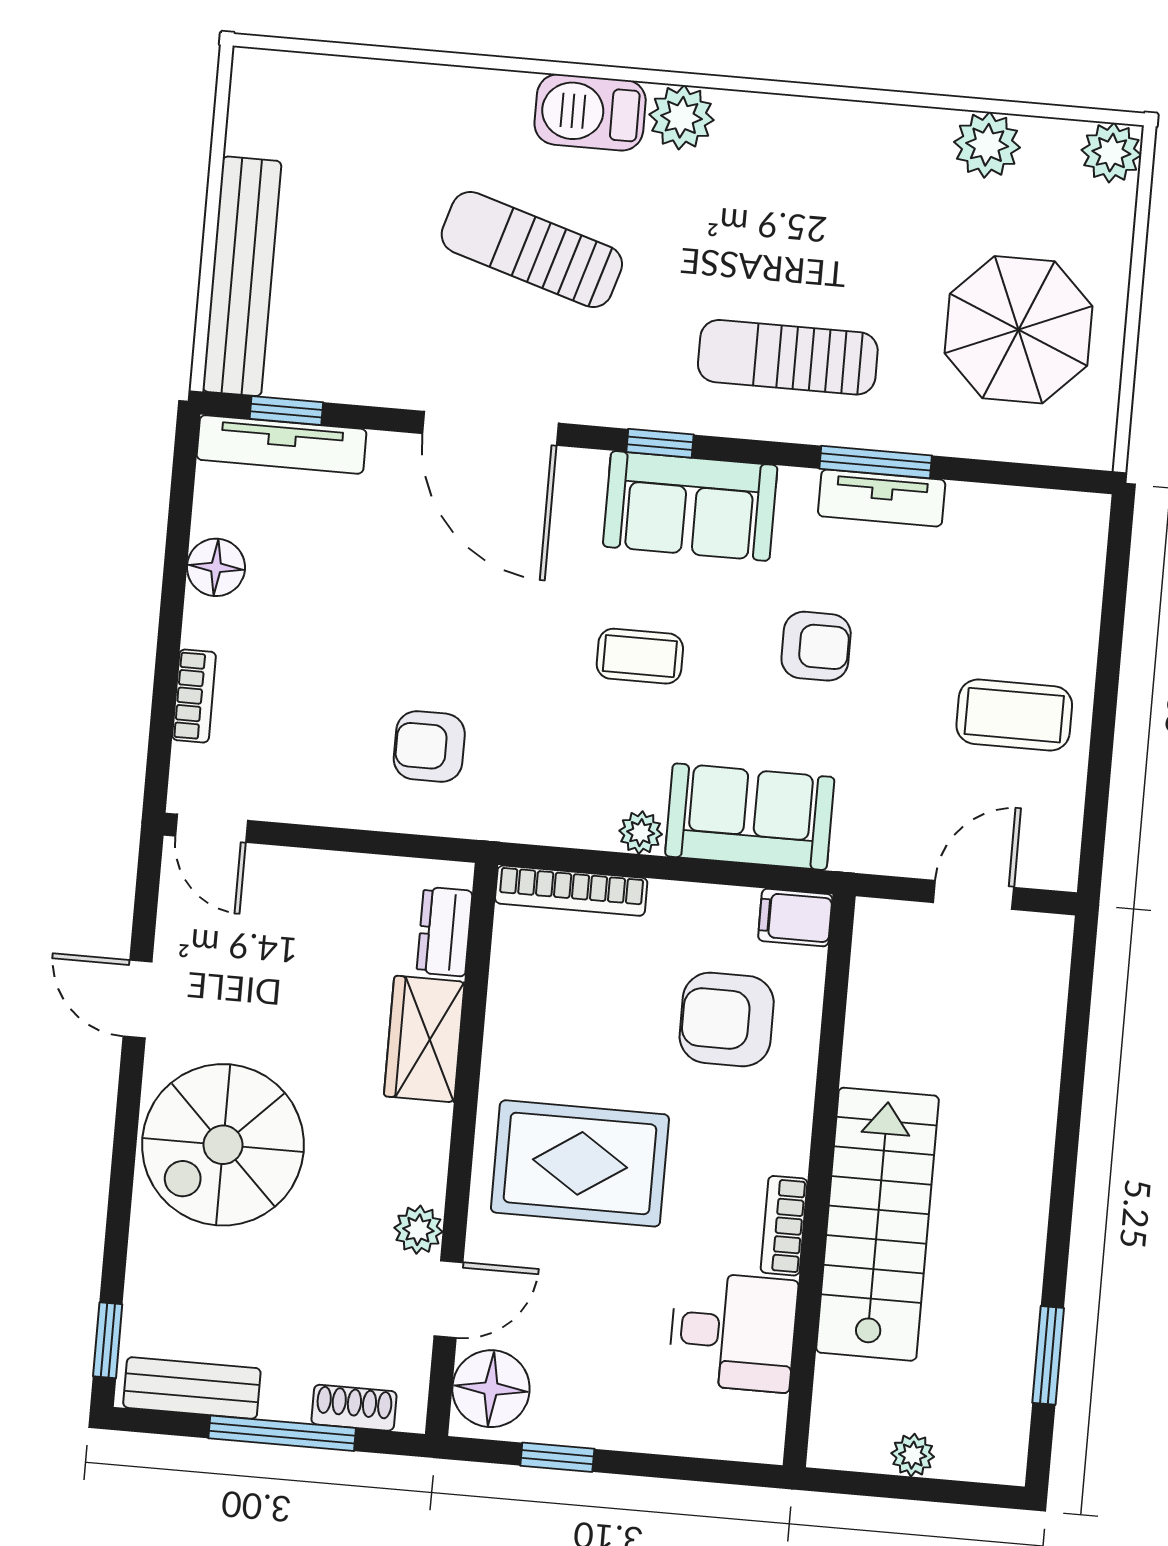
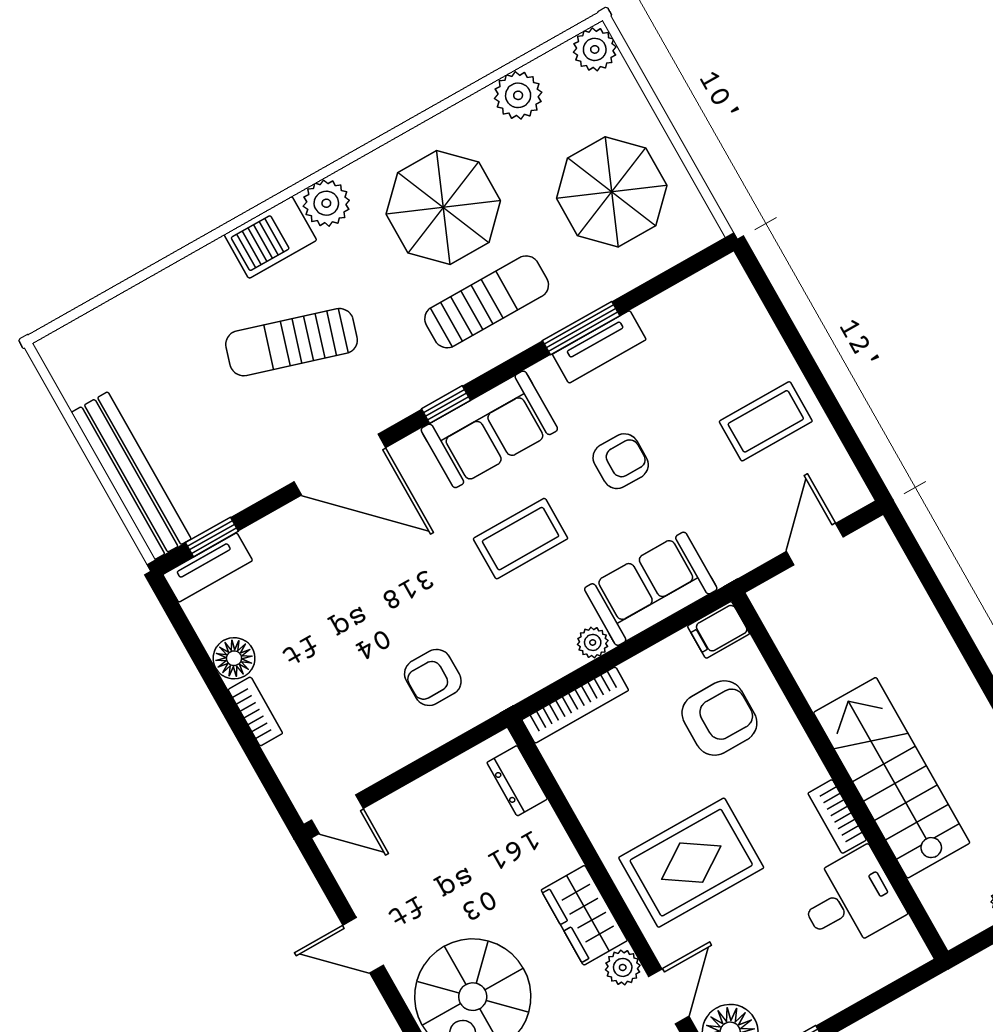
parasol: (813, 215) -> (443, 207), added
sun lounger: (788, 357) -> (487, 302), turned 180
tv unit: (282, 444) -> (208, 568), width x0.71
coffee table: (640, 656) -> (521, 539), width x1.36, depth x1.30
bookcase: (194, 696) -> (255, 711), moved
armchair: (727, 1019) -> (719, 718), turned 180
wardrobe: (424, 1039) -> (584, 915), moved

